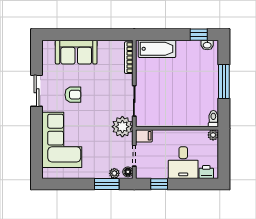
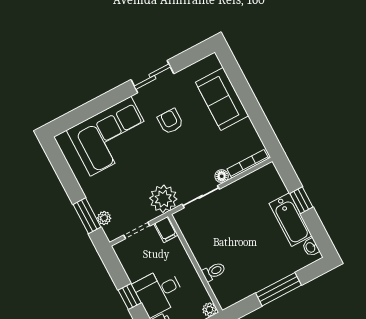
window: (199, 35) -> (301, 200), moved
bathtub: (157, 49) -> (291, 220), moved
armchair: (73, 95) -> (170, 121), turned 180
toilet: (213, 119) -> (214, 272), moved
floor lamp: (128, 172) -> (222, 176), moved
window: (159, 184) -> (130, 297), moved

